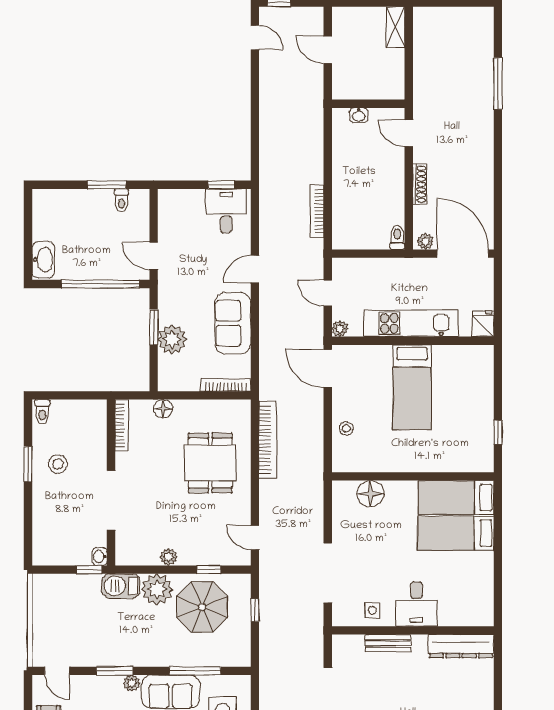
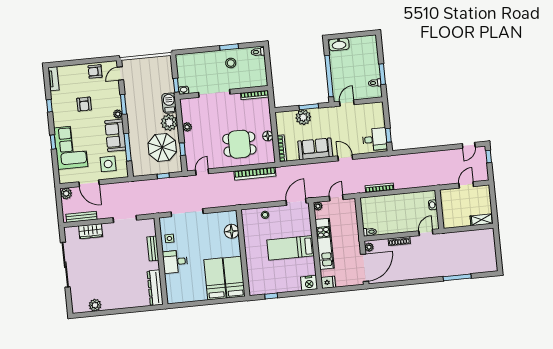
nightstand: (481, 359) -> (309, 283), added
floor lamp: (163, 409) -> (268, 136), moved

